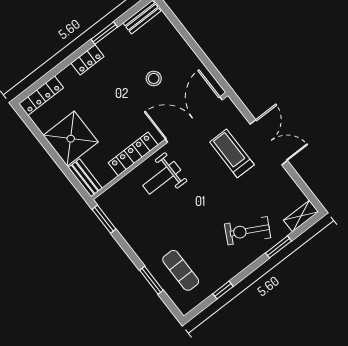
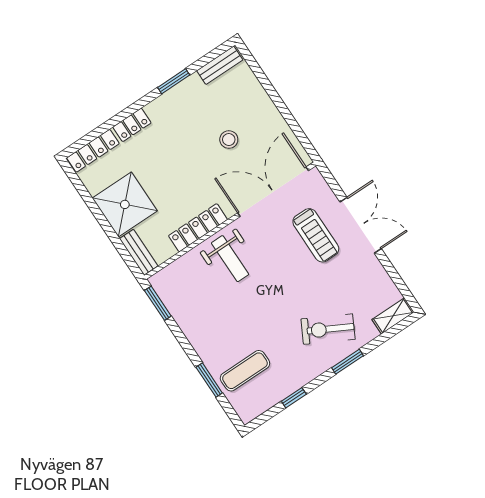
locker: (88, 60) -> (132, 125), moved
treadmill: (232, 153) -> (316, 235), turned 180
weight bench: (162, 178) -> (230, 259), turned -90
window: (279, 247) -> (348, 362), moved
exercise mat: (181, 270) -> (245, 371), turned 90

